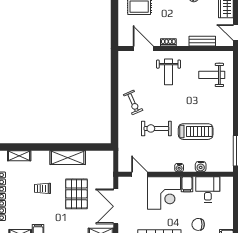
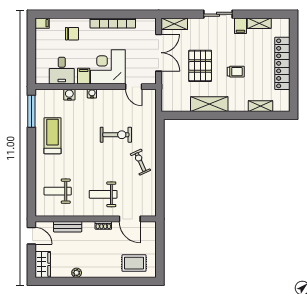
weight bench: (169, 72) -> (103, 194), turned -90
weight bench: (212, 75) -> (58, 191), turned 180
treadmill: (196, 132) -> (52, 136), moved, turned 90

